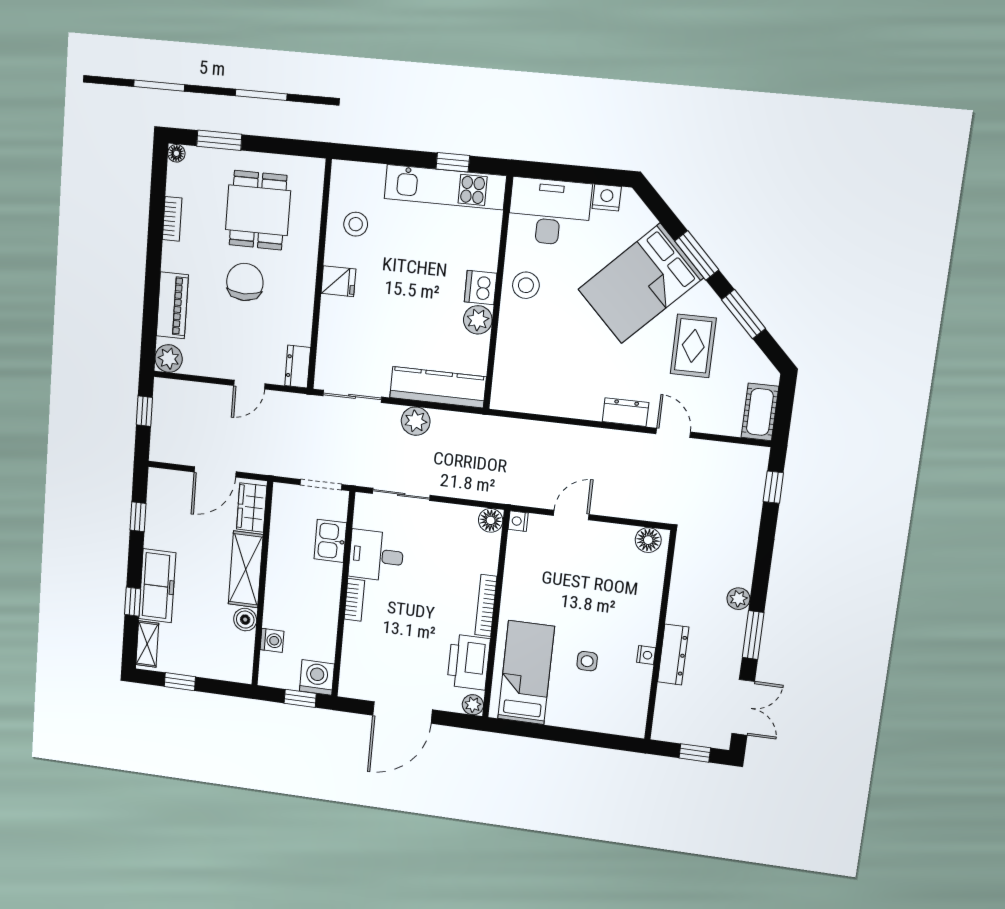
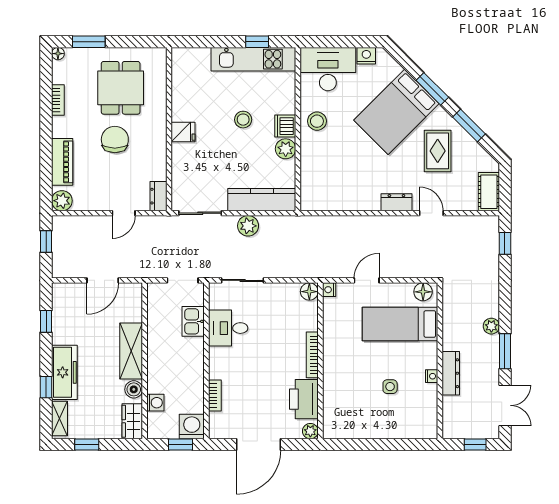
stool: (356, 224) -> (243, 120), moved
wardrobe: (252, 507) -> (132, 421), moved
bookcase: (354, 600) -> (215, 395), moved
bed: (526, 673) -> (400, 324), moved, turned -90

